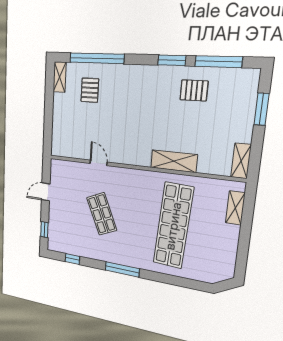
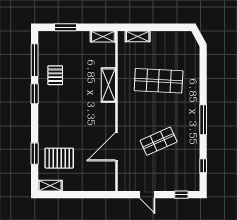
window: (97, 58) -> (35, 154), width x0.47
pallet: (90, 90) -> (59, 158), width x1.50, depth x1.42
door: (99, 163) -> (116, 147), width x1.87
shop shelf: (173, 226) -> (159, 81), width x0.71

